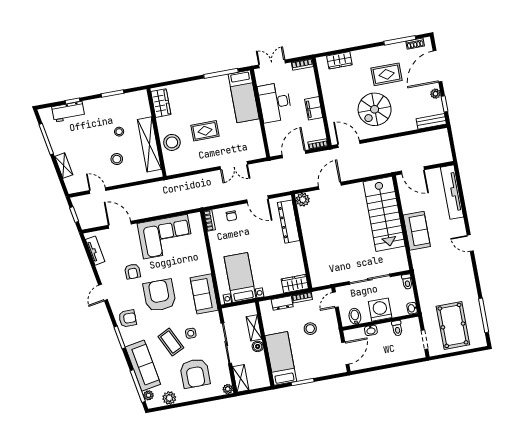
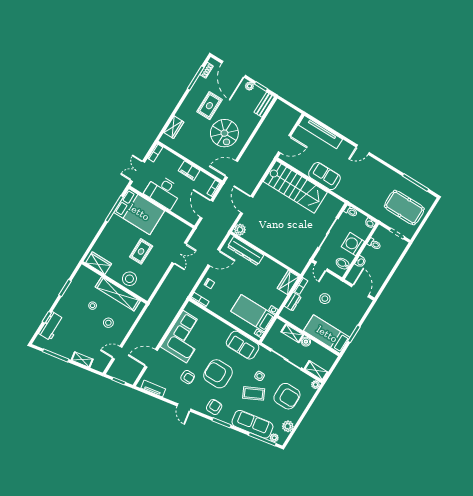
bed: (244, 96) -> (139, 212), width x1.50

